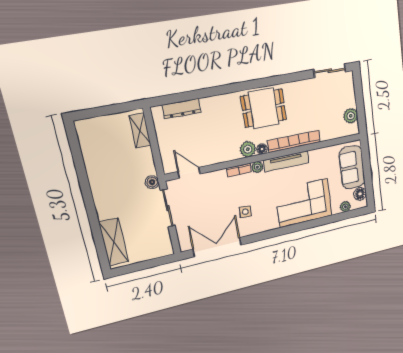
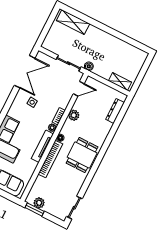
window: (361, 115) -> (35, 210), added
plant: (248, 149) -> (74, 115), moved

